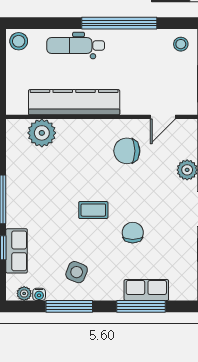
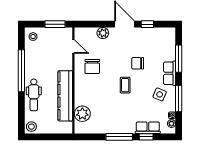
row of seats: (146, 290) -> (170, 73), moved

